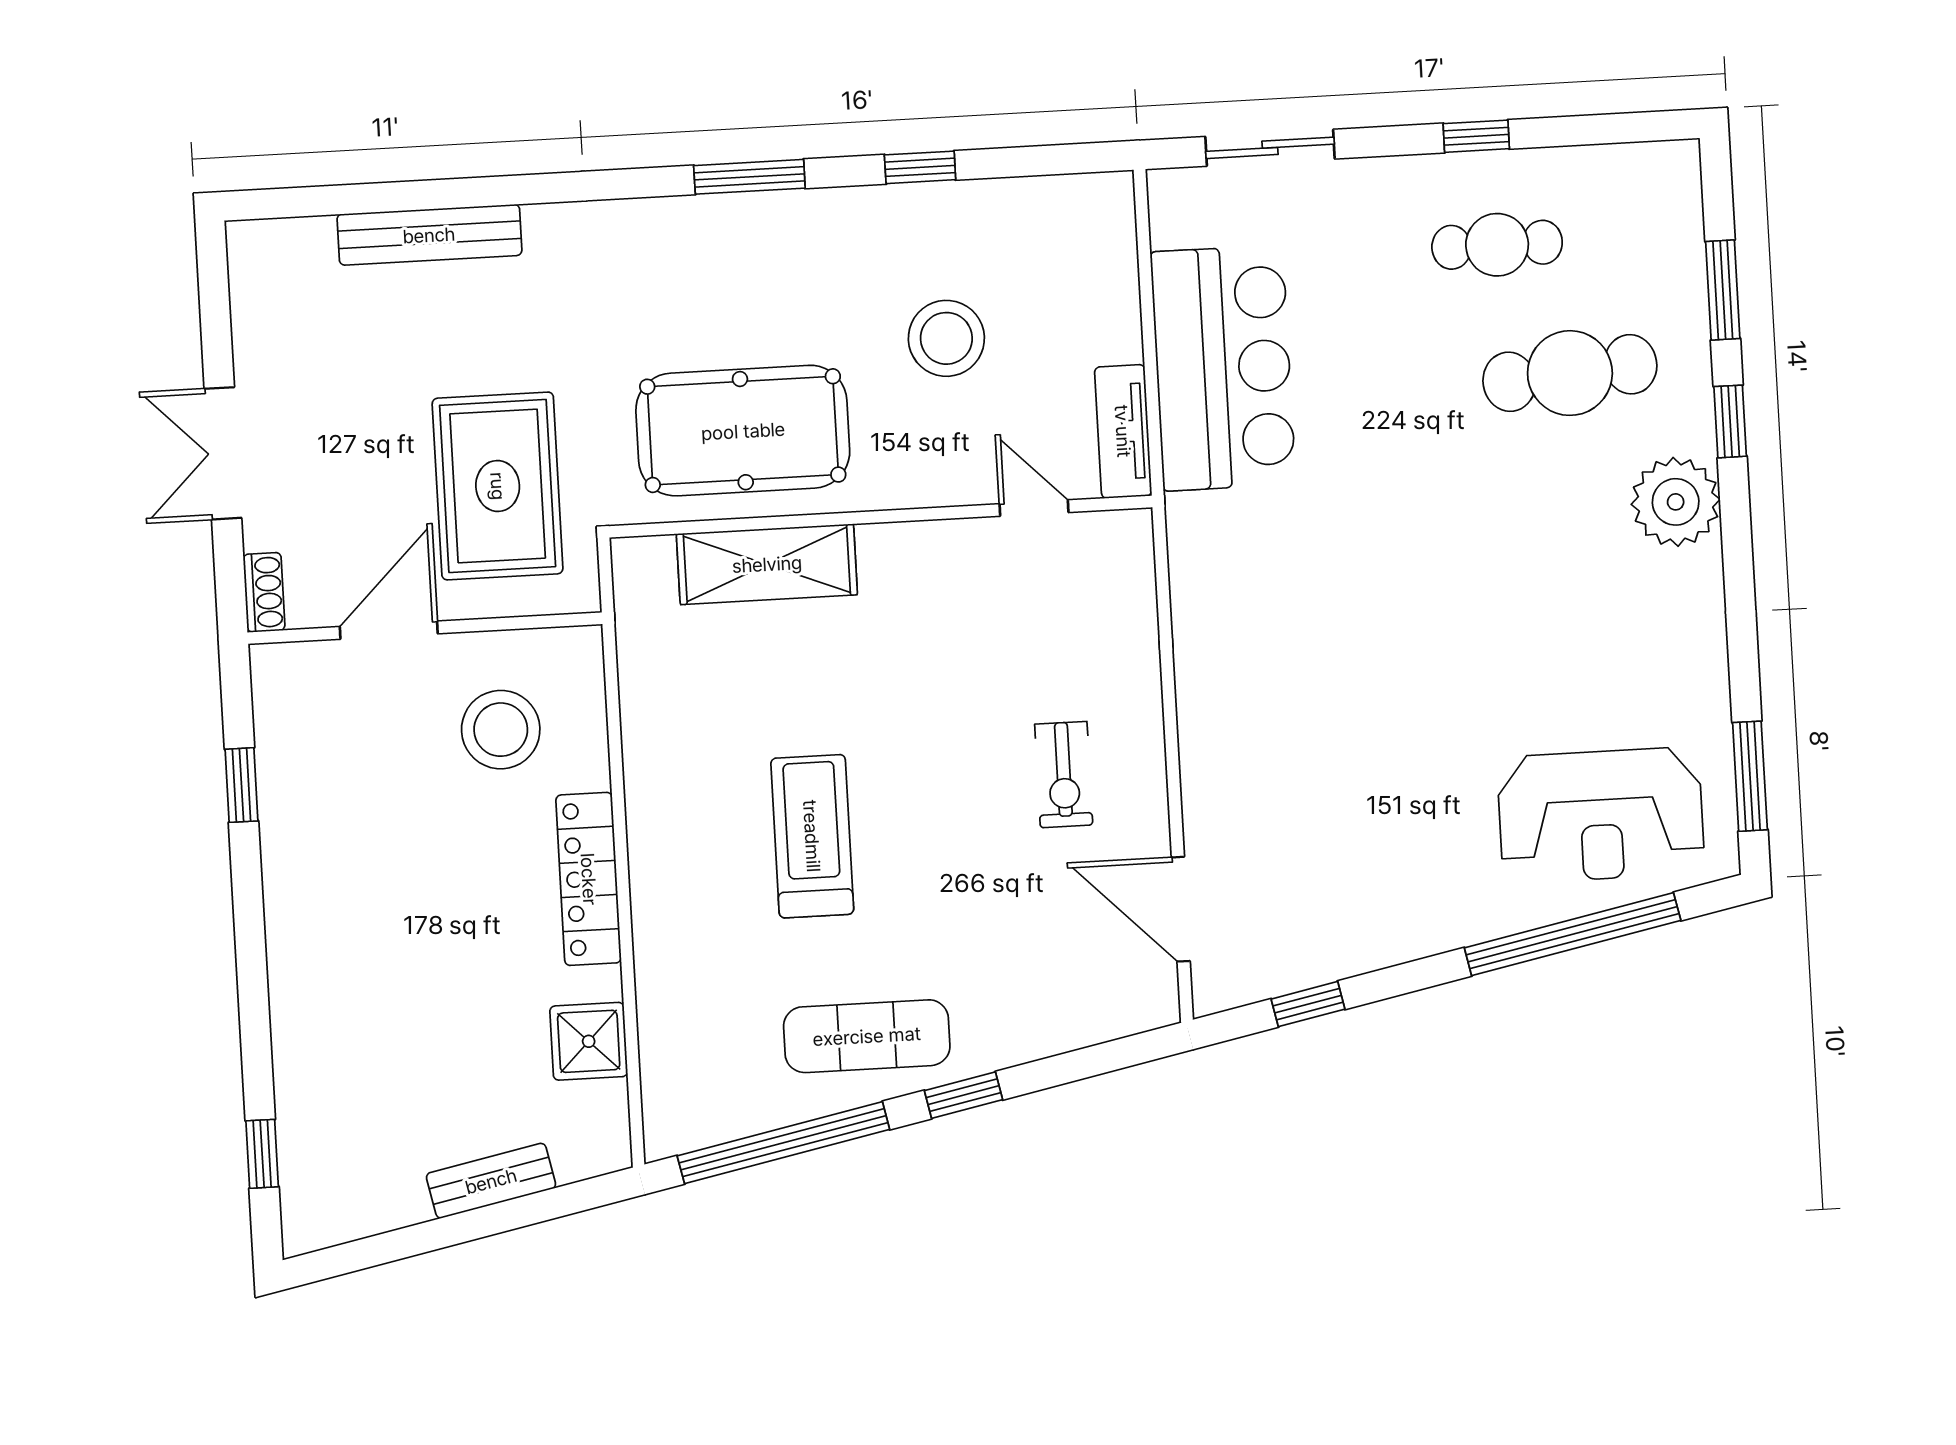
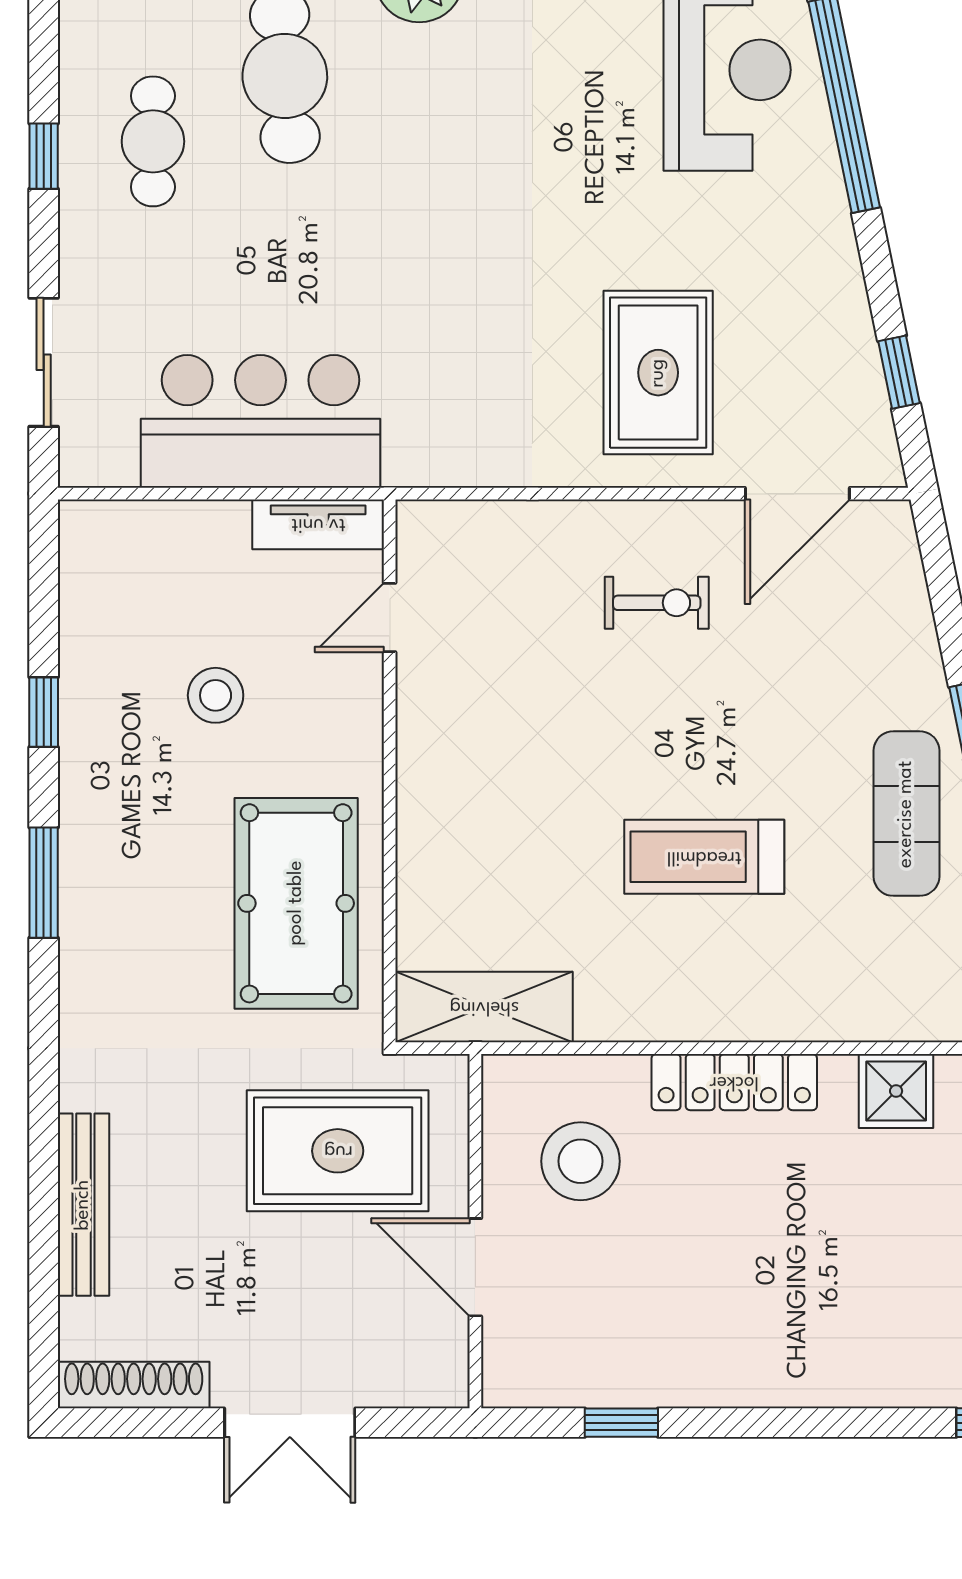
stool: (946, 338) -> (216, 695), width x0.73, depth x0.73
shelving: (767, 564) -> (484, 1007), moved, turned 90
shoe rack: (264, 592) -> (134, 1385), moved, width x1.94, depth x1.24
rug: (1294, 763) -> (658, 373), added

